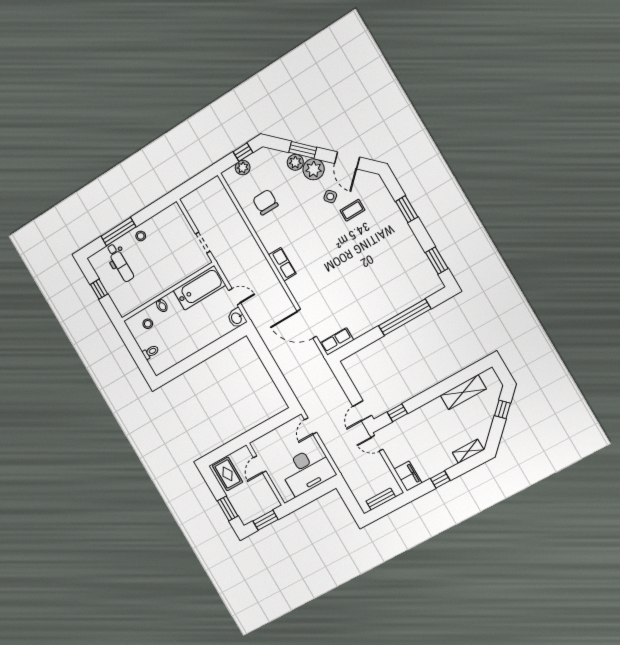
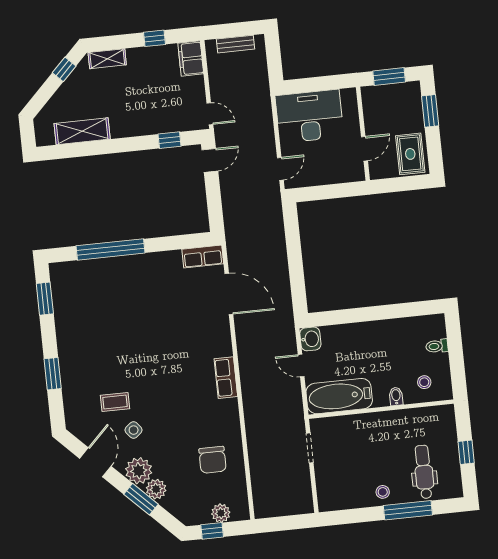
window: (502, 409) -> (64, 69), moved

